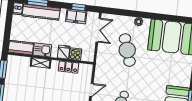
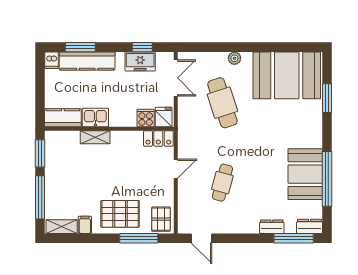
fridge: (64, 52) -> (164, 117), moved
locker: (68, 67) -> (158, 138), moved

